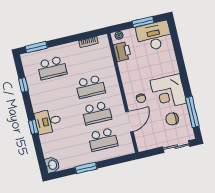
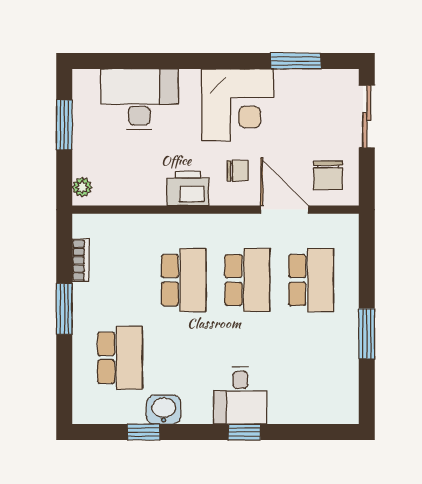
desk: (154, 36) -> (139, 99), moved, turned 90
window: (36, 47) -> (64, 309), moved
printer: (122, 52) -> (188, 188), moved
window: (192, 112) -> (296, 61), width x0.69
chair: (172, 119) -> (328, 175), moved
washbasin: (52, 165) -> (164, 410), moved

